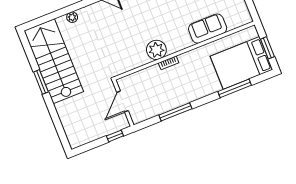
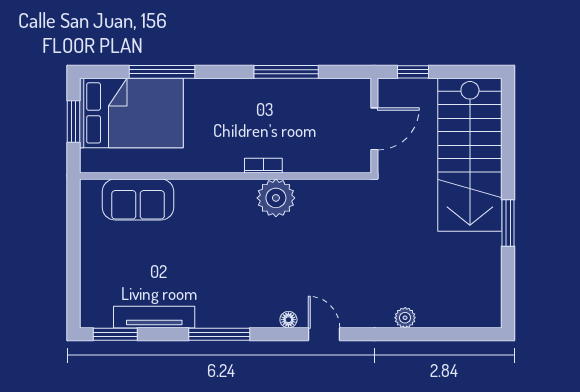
sofa: (208, 29) -> (138, 199), moved
stairs: (54, 61) -> (470, 155), moved

